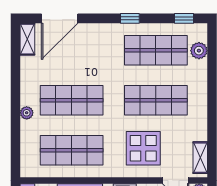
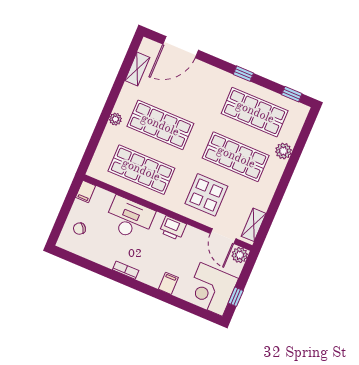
shelving: (27, 39) -> (137, 69), moved
plant: (199, 51) -> (283, 151), moved

